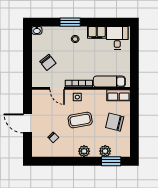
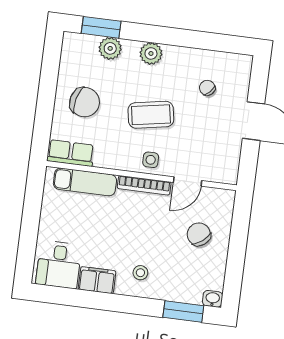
window: (70, 22) -> (183, 311), moved
door: (57, 88) -> (187, 182), swing flipped

